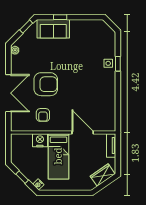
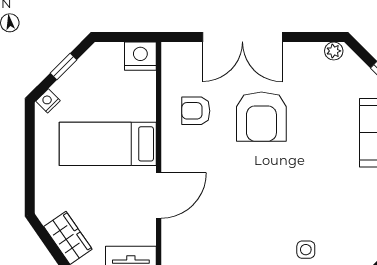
nightstand: (40, 140) -> (140, 56), moved, turned -90

